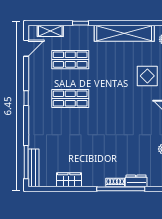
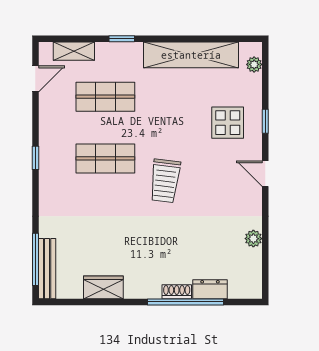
trolley: (108, 113) -> (165, 181), added

